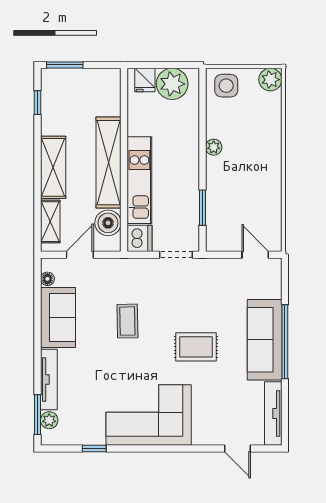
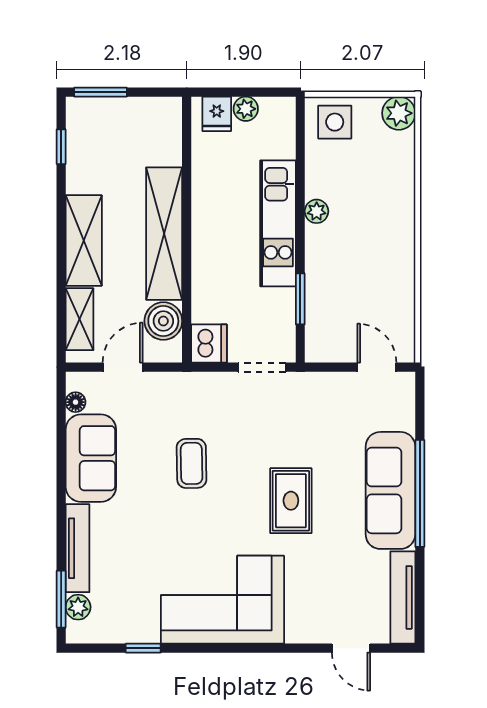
plant: (172, 84) -> (246, 109), width x0.53, depth x0.53
kitchen unit: (139, 180) -> (278, 223), moved, turned 180
rug: (196, 347) -> (291, 501), turned 90

